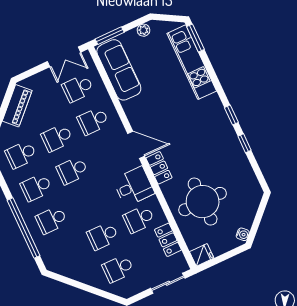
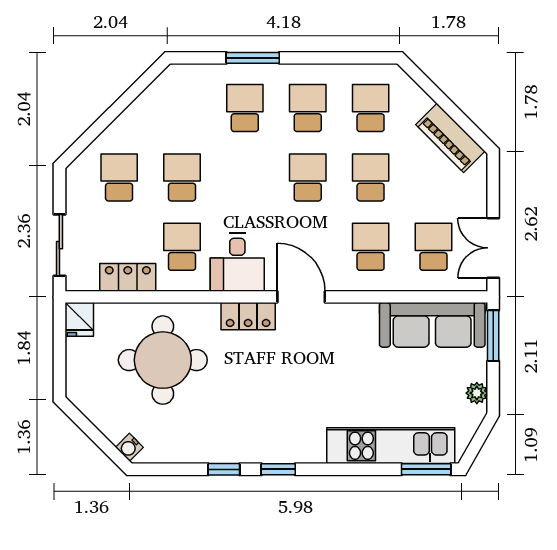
door: (136, 145) -> (301, 297), swing flipped
window: (23, 228) -> (253, 58), width x0.47
water cooler: (243, 234) -> (129, 447), moved

